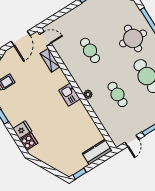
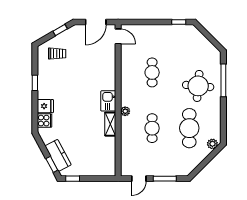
shelving: (50, 60) -> (110, 124), moved
kitchen counter: (97, 152) -> (58, 155), moved, turned 62
window: (56, 173) -> (52, 164), added

